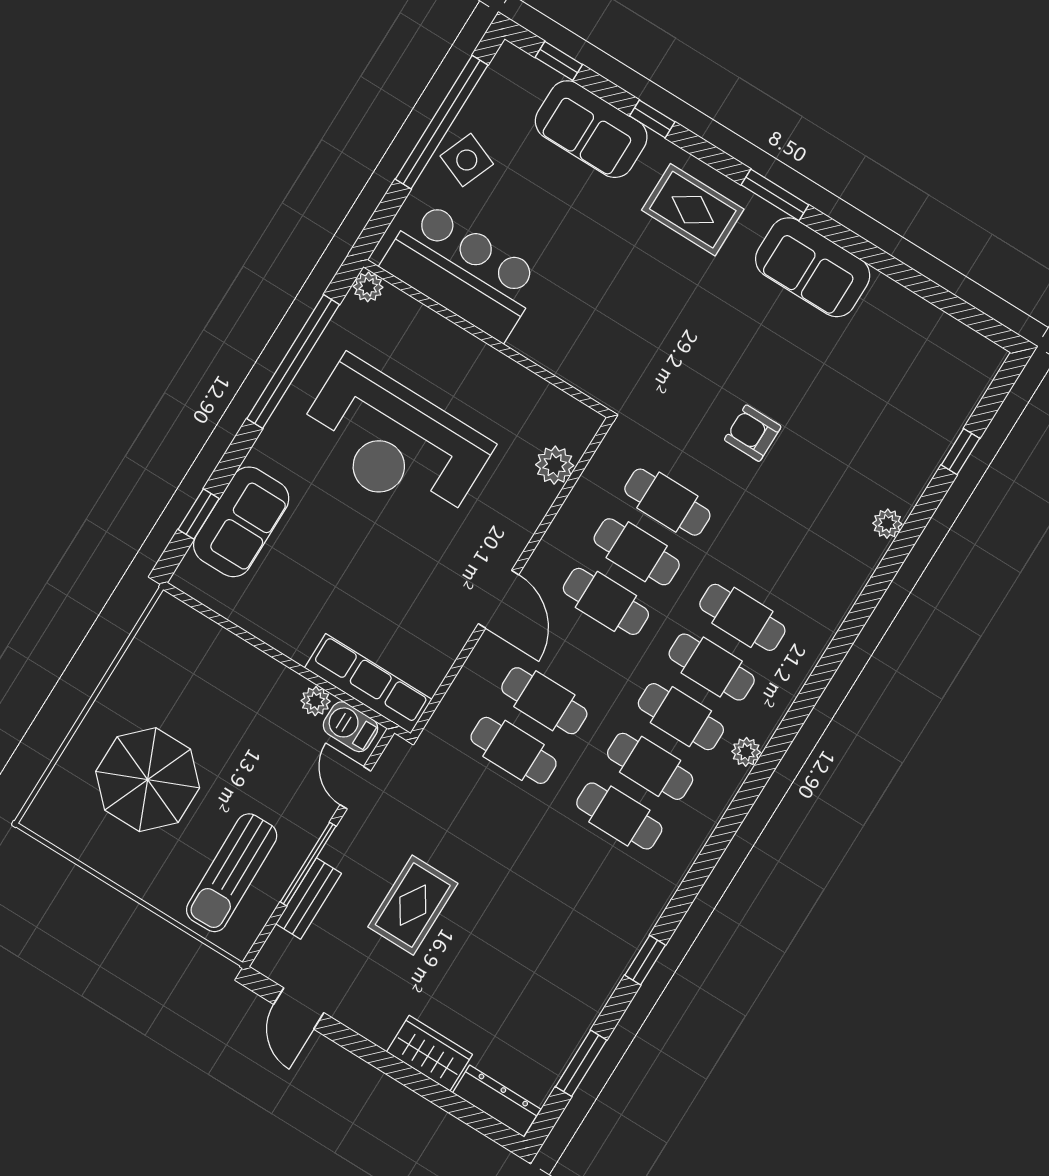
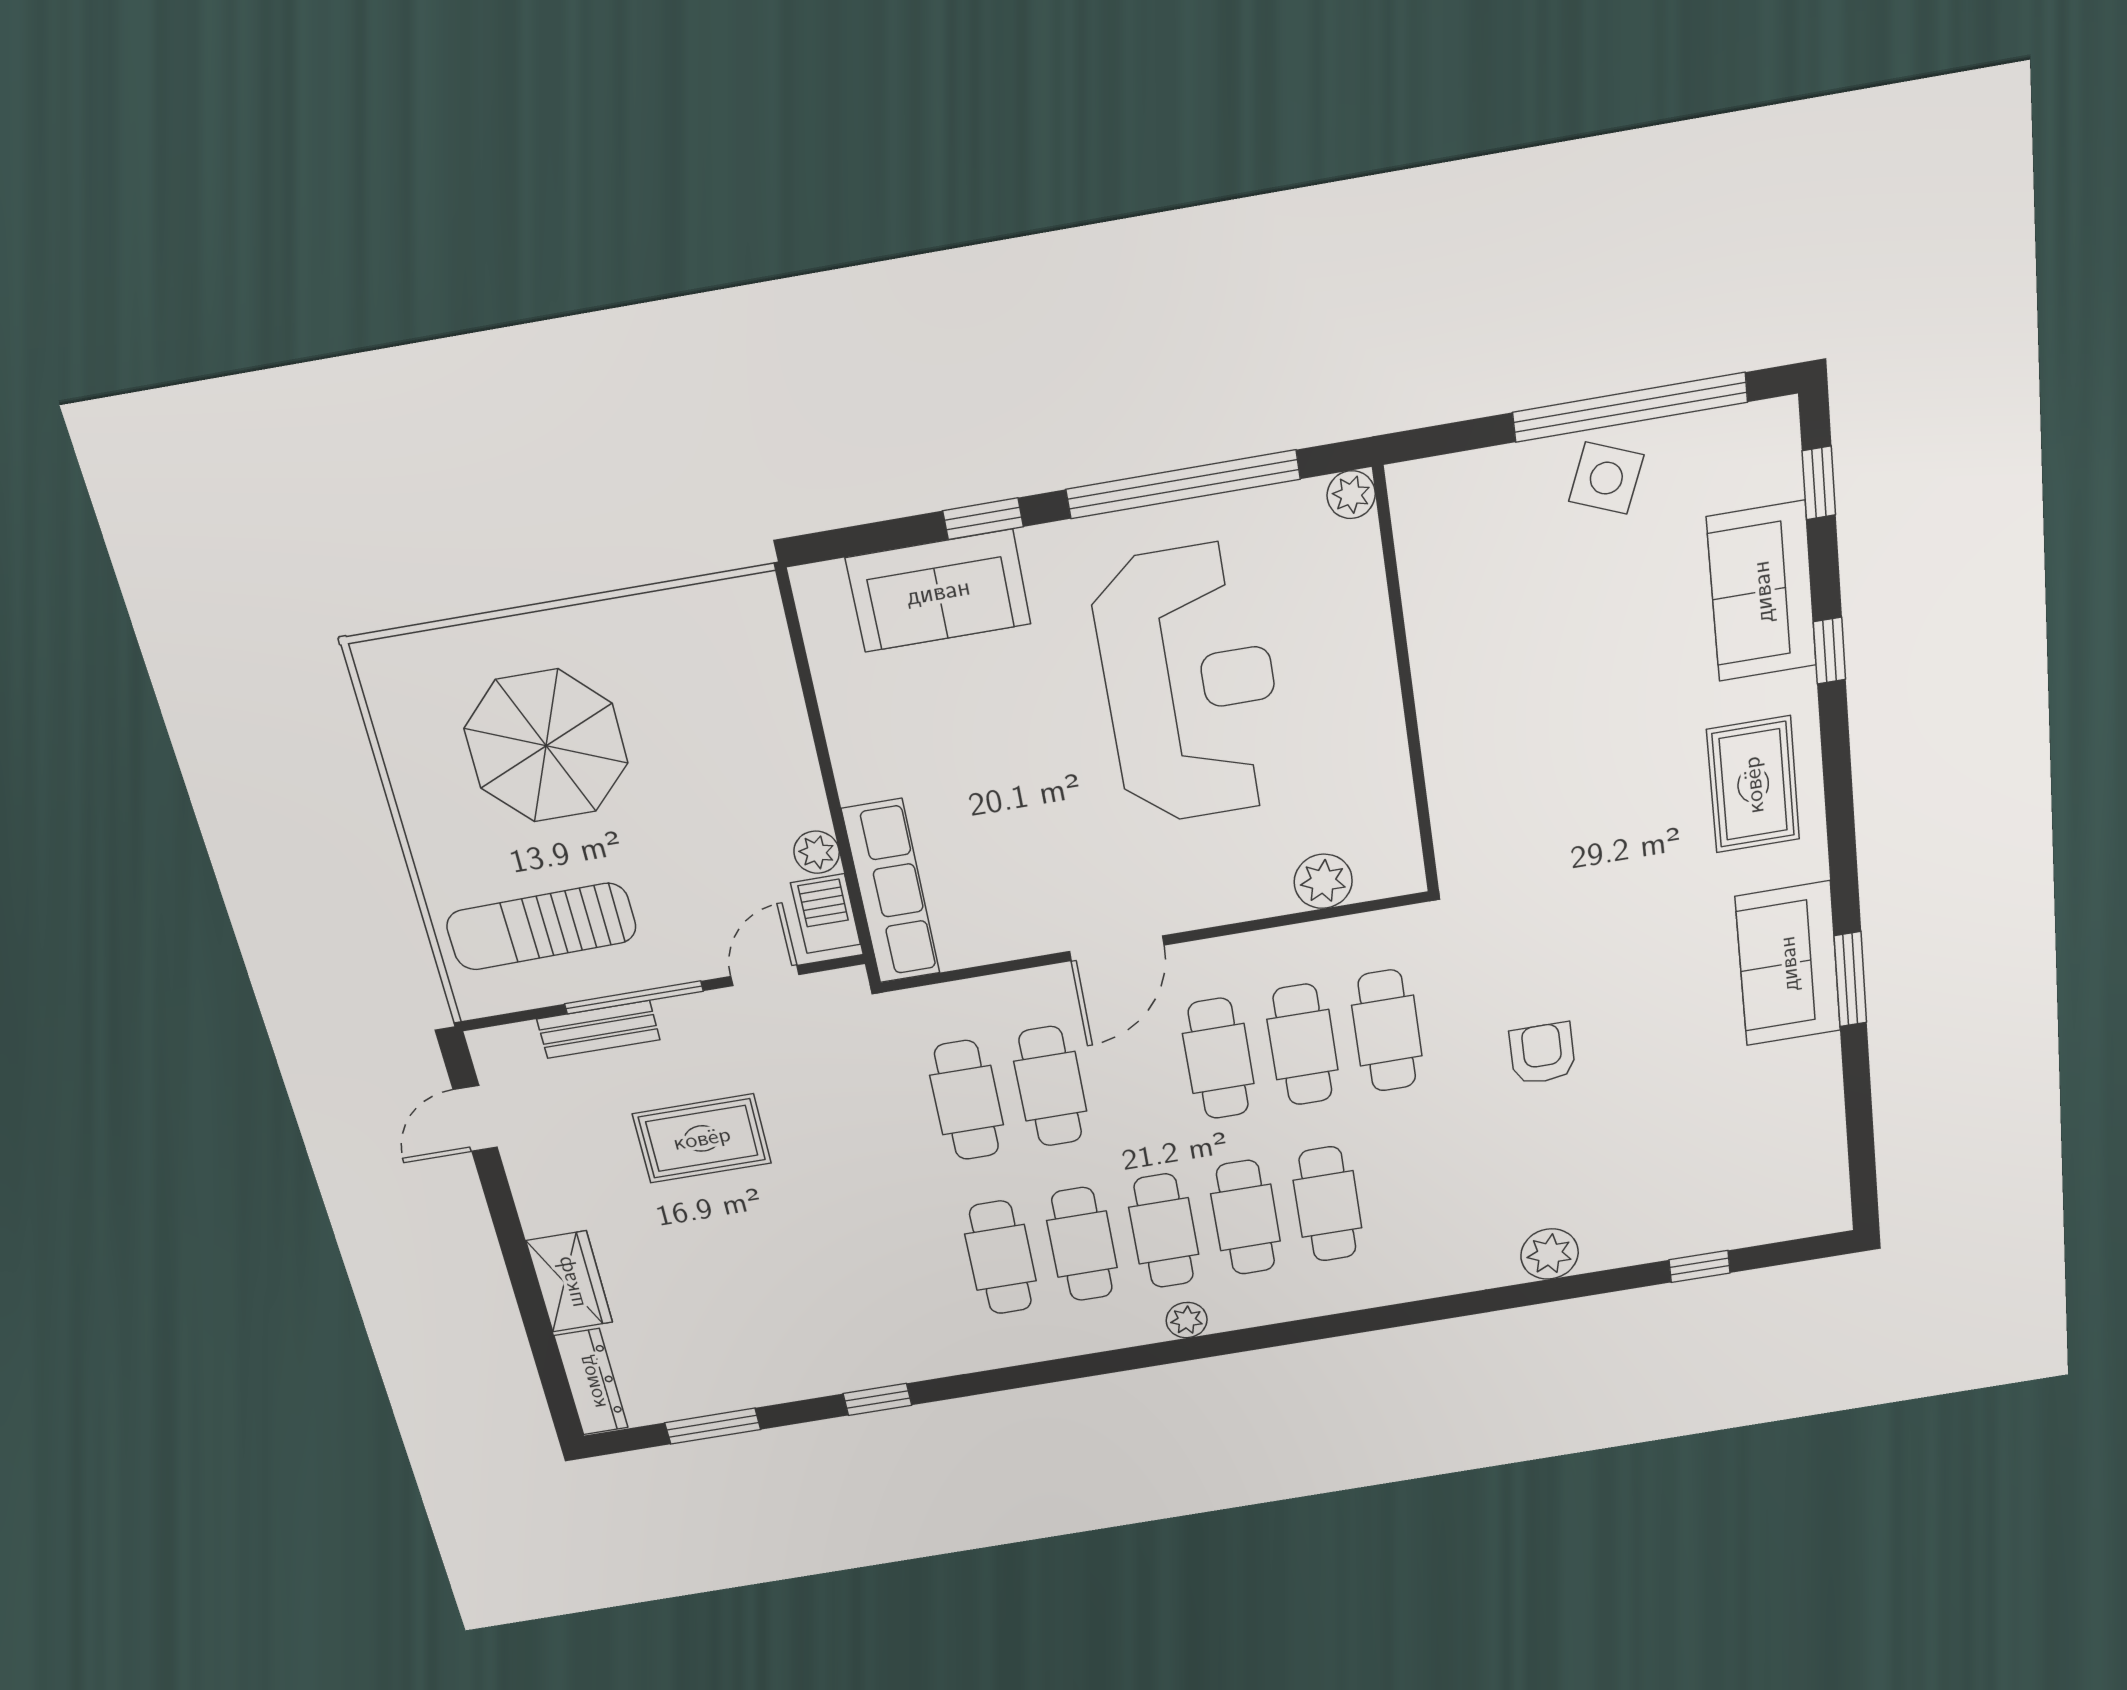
window: (775, 195) -> (1850, 979), moved
bar counter: (462, 271) -> (1465, 588), removed
reception desk: (393, 443) -> (1190, 684), turned 180
window: (199, 514) -> (983, 519), moved
plant: (887, 524) -> (1550, 1254), width x1.38, depth x1.38

